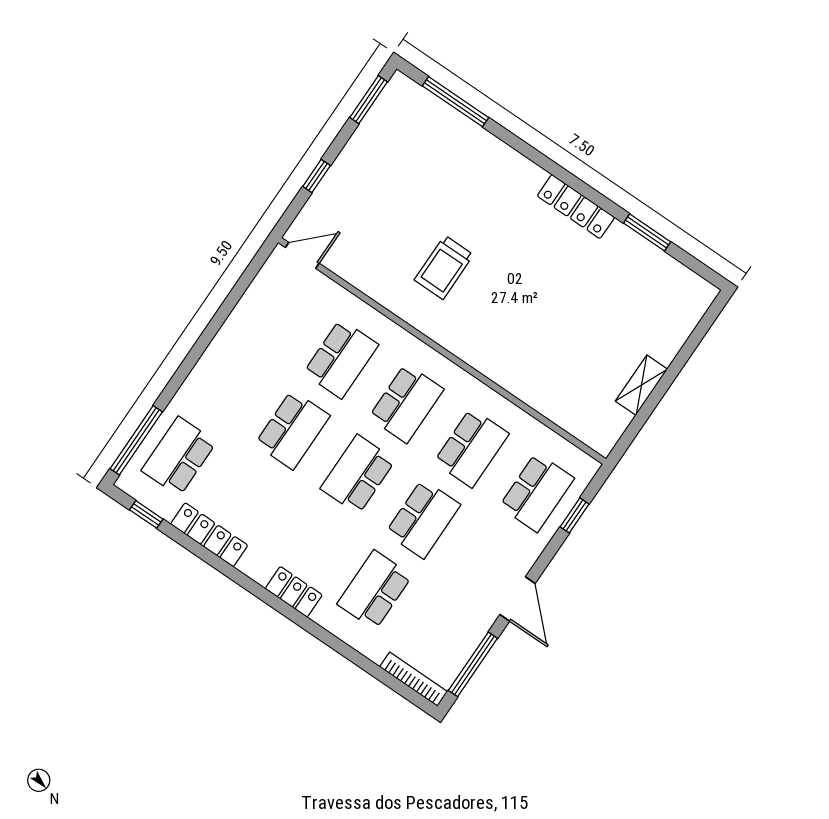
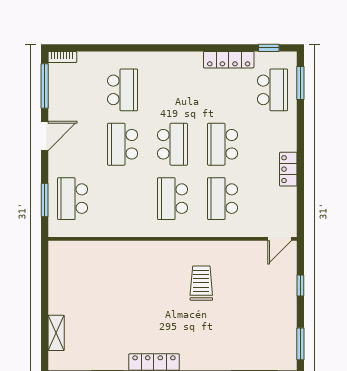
shelving: (641, 385) -> (56, 333), moved
window: (136, 440) -> (300, 83), width x0.69
school desk: (471, 448) -> (123, 199), removed
window: (575, 515) -> (45, 200), width x1.50
locker: (294, 592) -> (288, 169), moved, turned 90
door: (517, 599) -> (45, 136), swing flipped
bookcase: (414, 679) -> (62, 57), width x0.64

